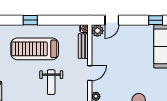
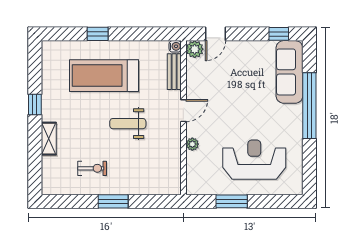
weight bench: (51, 82) -> (128, 124), turned 90

